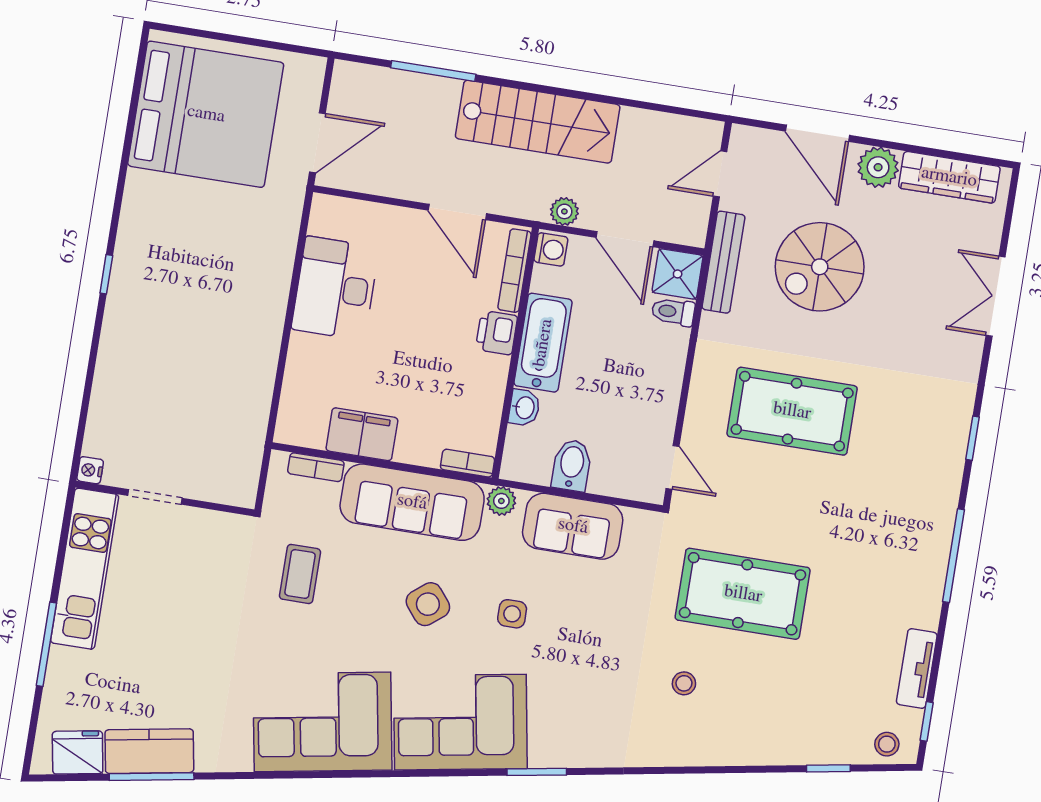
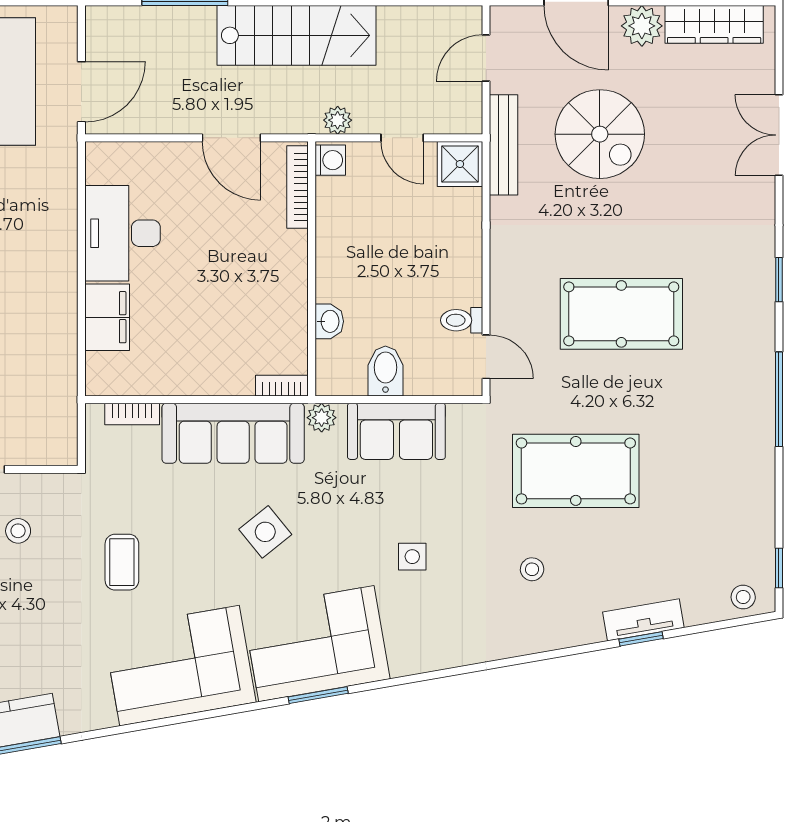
door: (625, 239) -> (402, 138), width x0.73
spiral stairs: (820, 267) -> (600, 134), turned -90
toilet: (673, 312) -> (462, 320), moved
printer: (497, 333) -> (290, 251), removed
bathtub: (543, 343) -> (337, 254), removed
pool table: (792, 411) -> (621, 314), moved
filing cabinet: (362, 434) -> (107, 317), moved, turned 90
stool: (185, 564) -> (18, 531), added
coffee table: (300, 574) -> (122, 562), moved
side table: (512, 614) -> (412, 557), moved
tv unit: (917, 669) -> (643, 620), moved, turned 80
window: (828, 768) -> (641, 639), moved
window: (537, 772) -> (318, 695), moved

